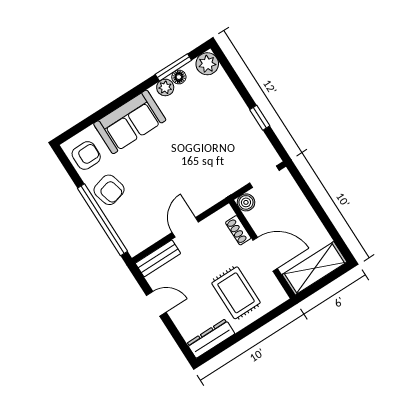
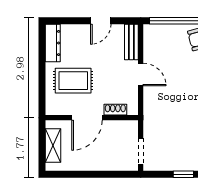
boiler: (246, 202) -> (131, 127), removed
shelving: (314, 268) -> (53, 145), width x0.67, depth x0.75

